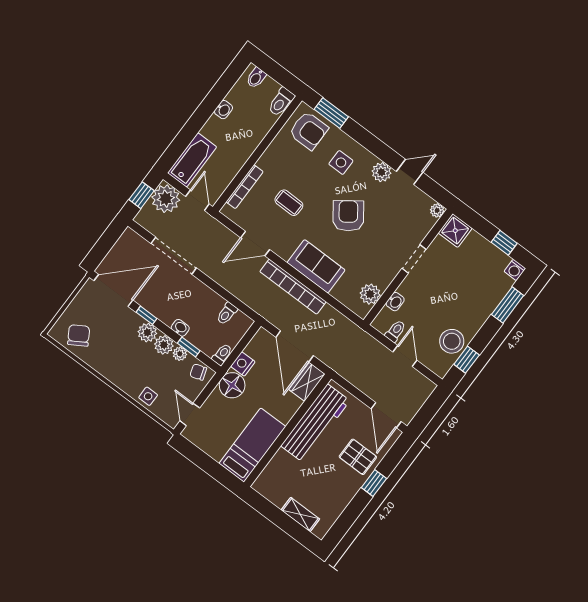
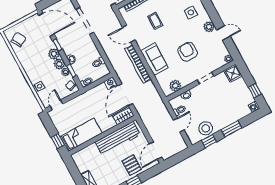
armchair: (348, 216) -> (188, 52), moved, turned -54
window: (508, 305) -> (231, 129), moved
nightstand: (243, 364) -> (111, 83), moved
floor lamp: (232, 385) -> (85, 100), removed
window: (219, 473) -> (58, 141), added

